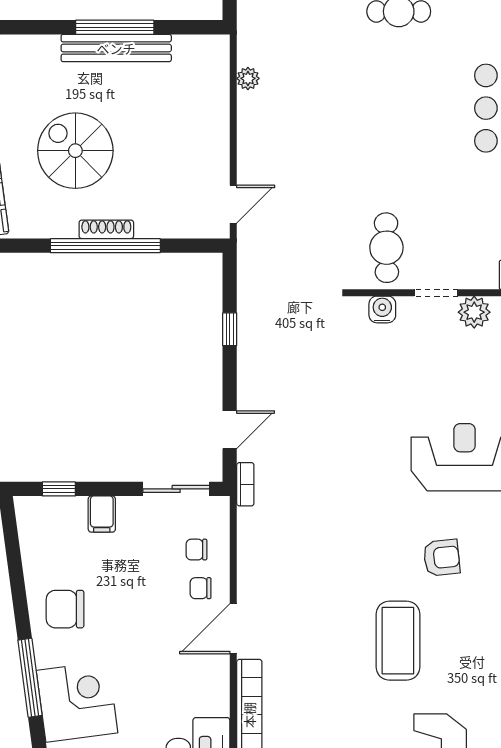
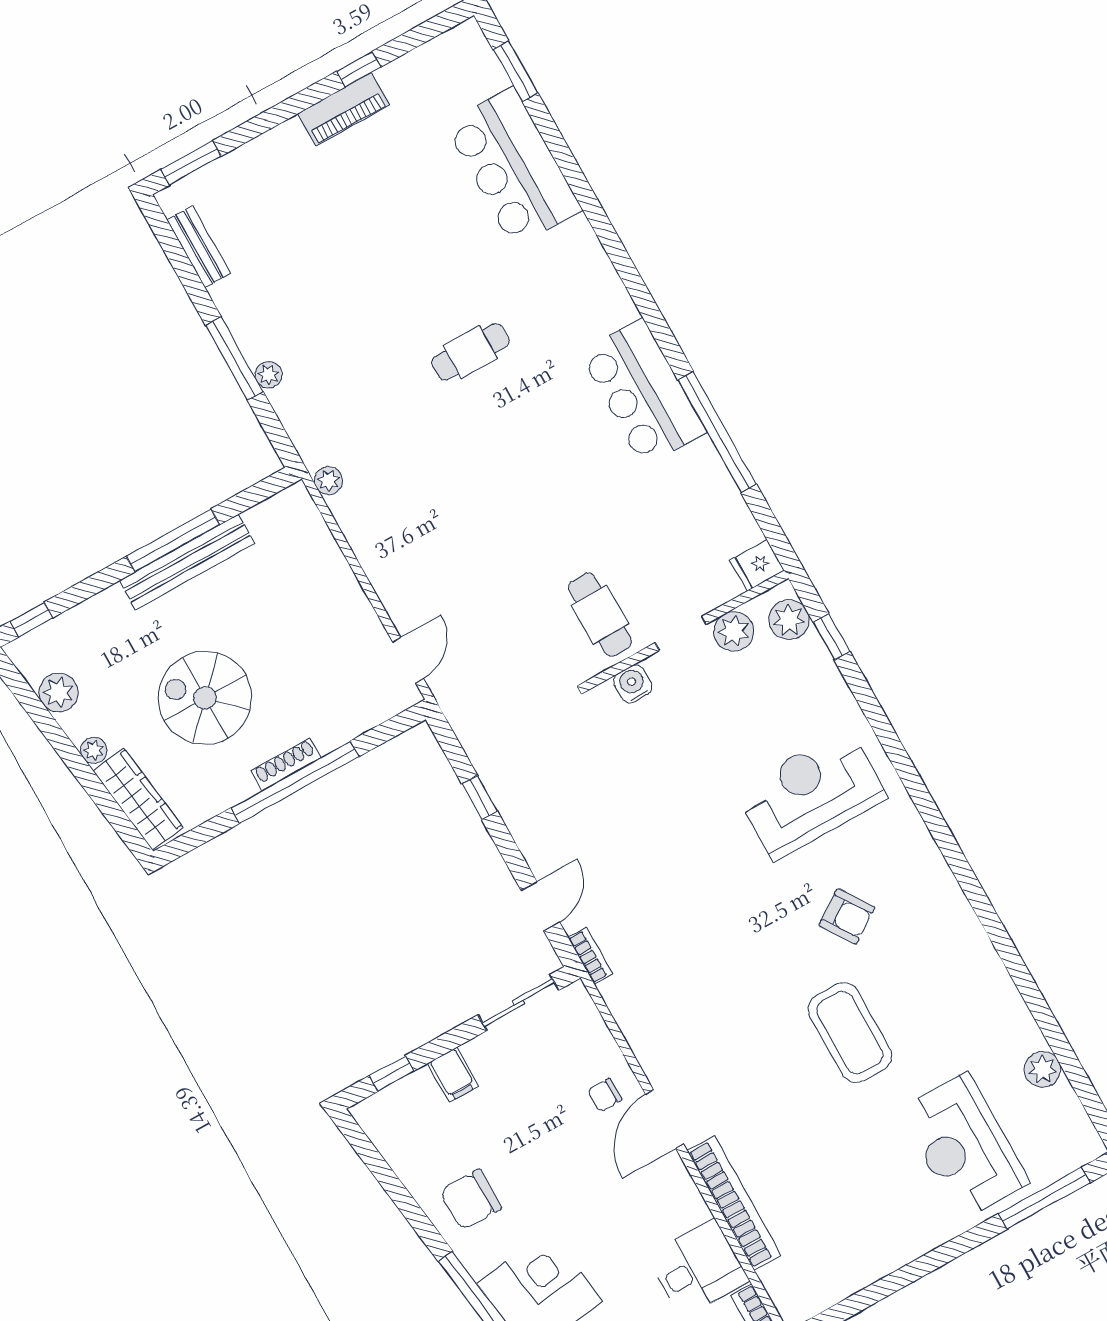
plant: (248, 78) -> (329, 481), moved
chair: (196, 550) -> (577, 1056), removed
armchair: (442, 558) -> (847, 916), turned 62

